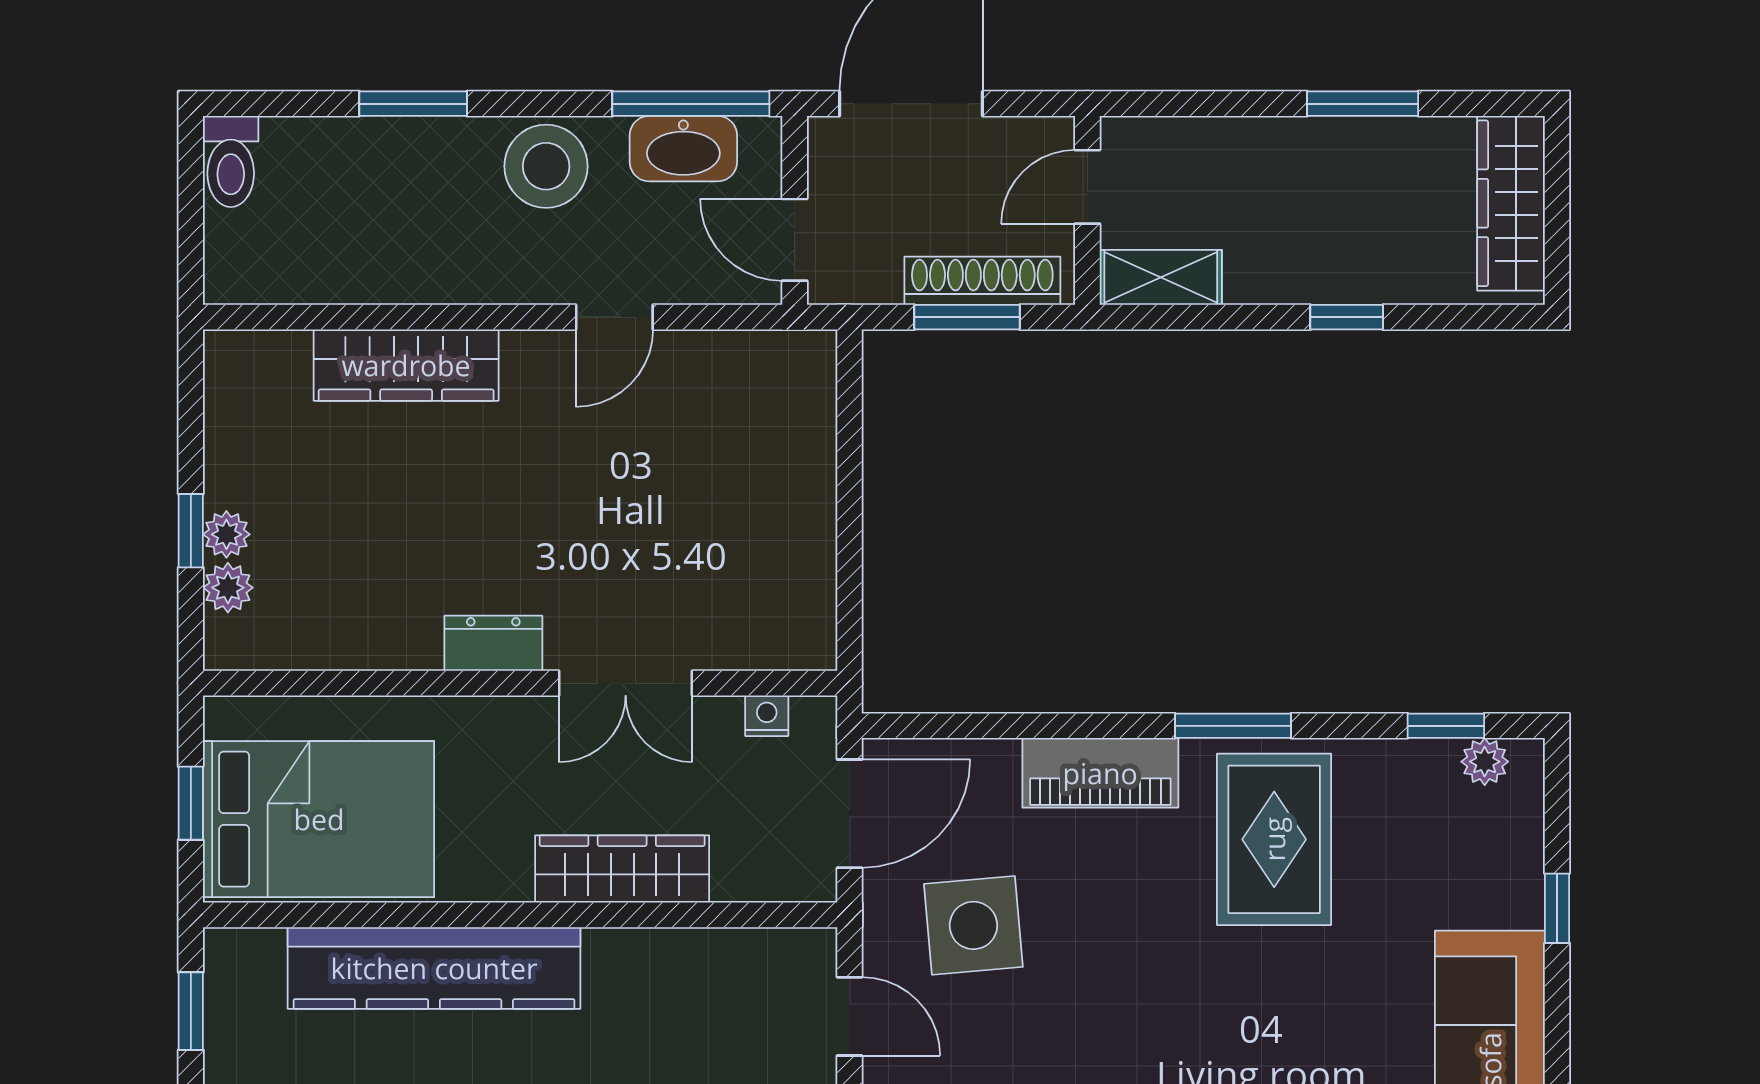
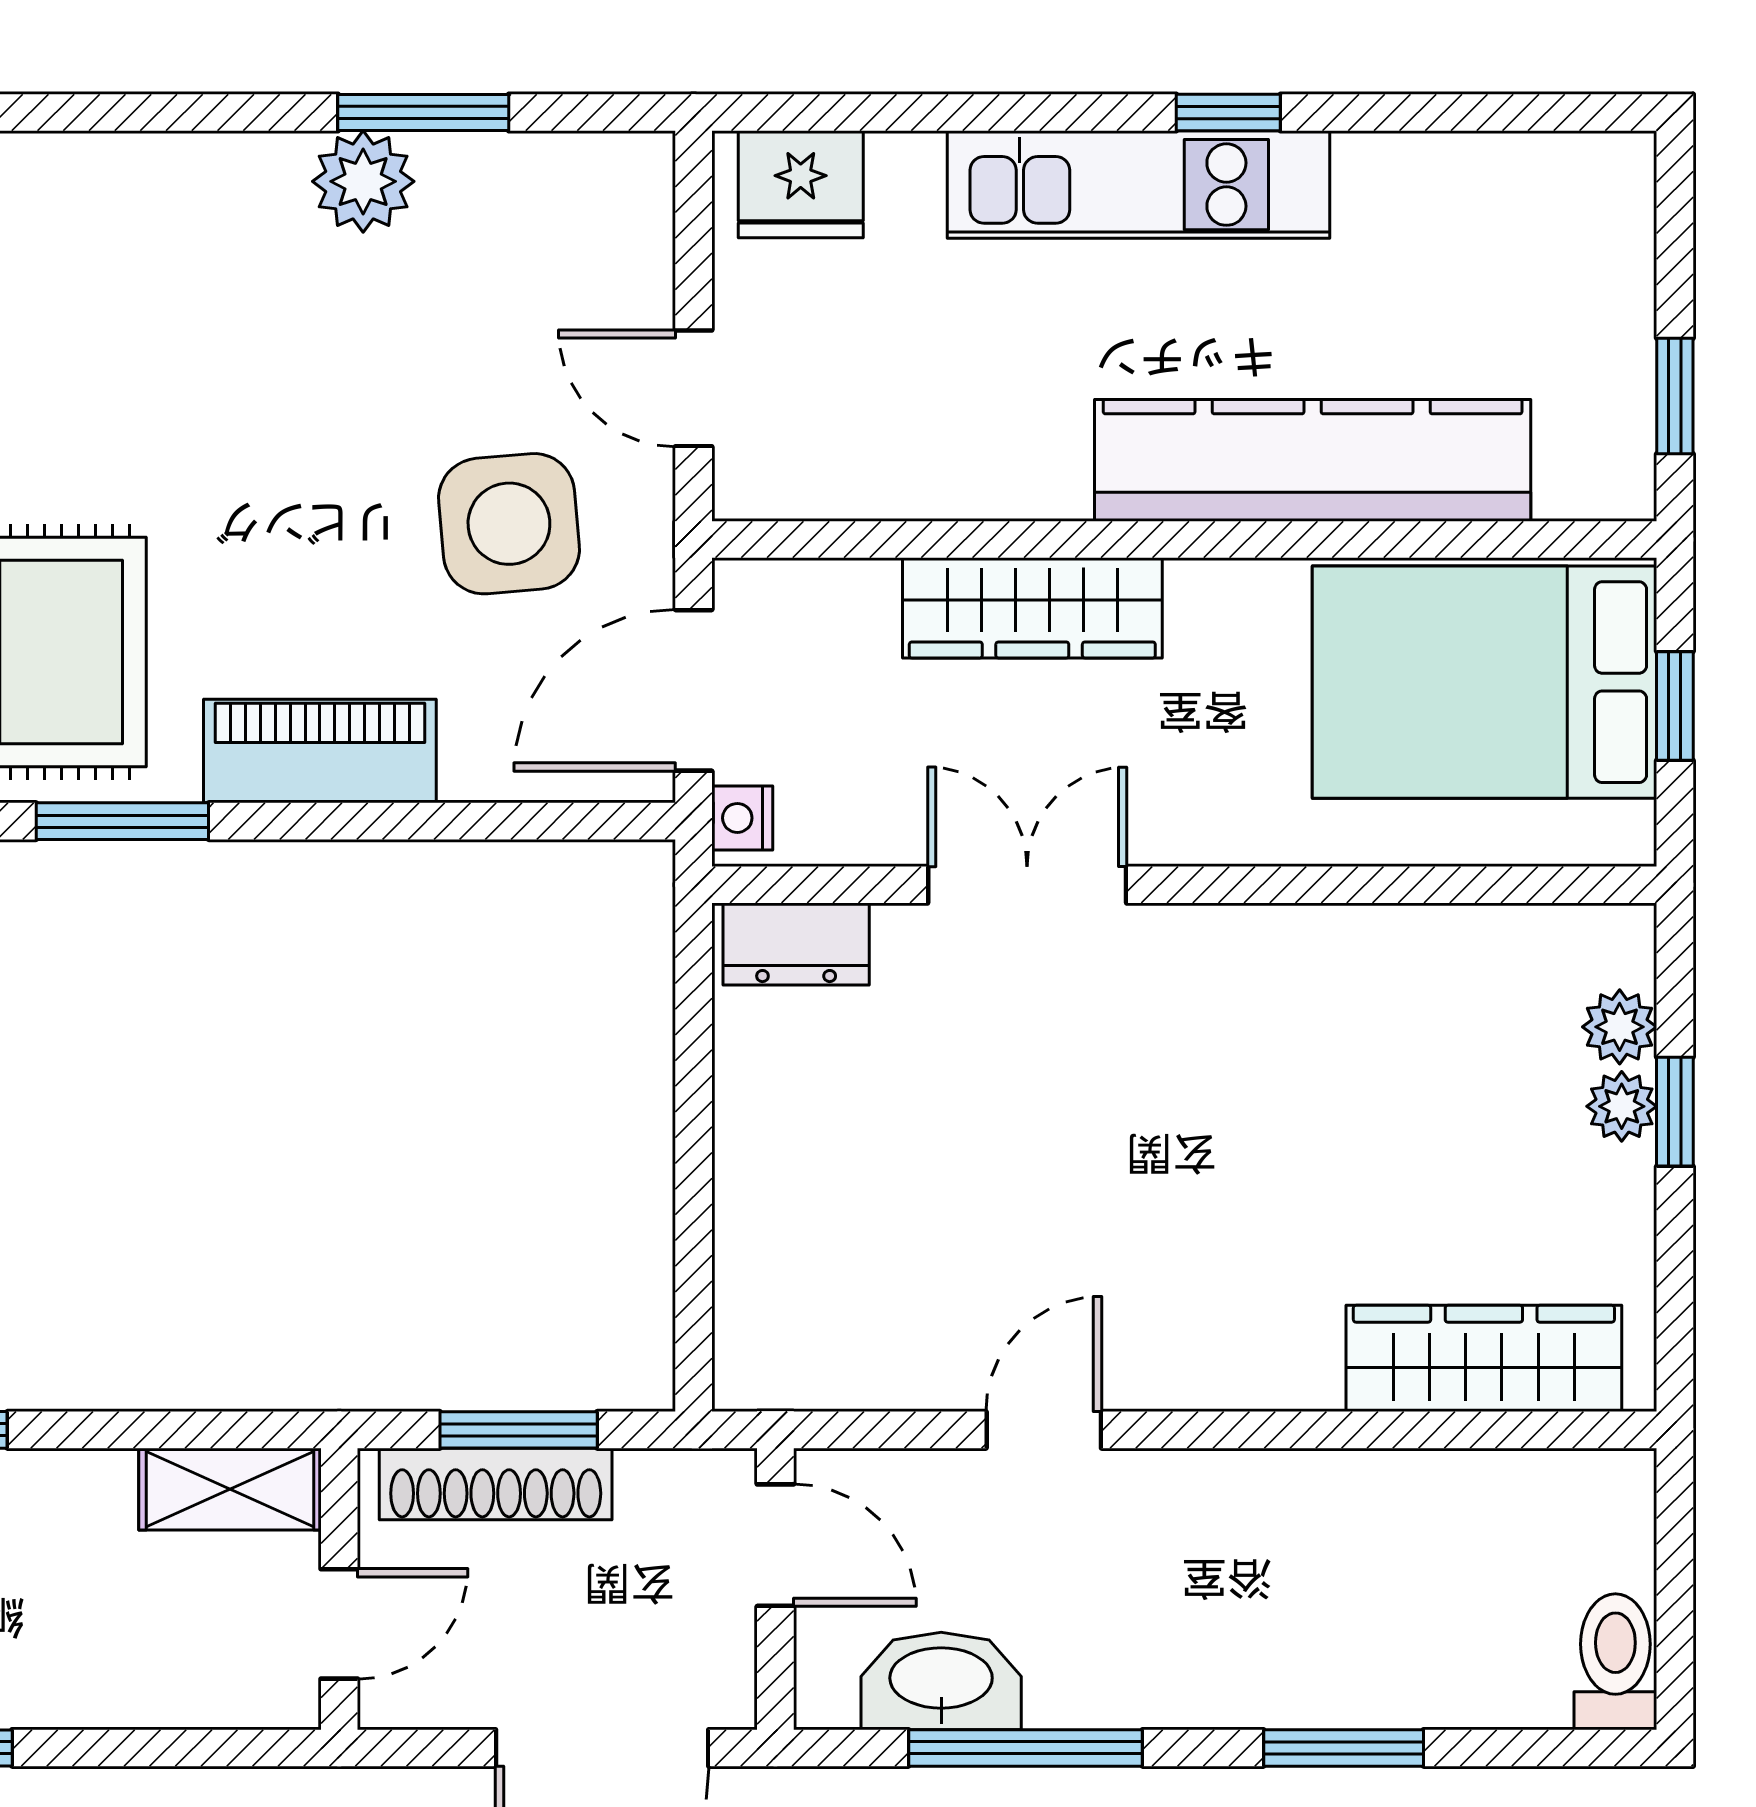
window: (691, 104) -> (1025, 1748), moved
stool: (546, 166) -> (1146, 1655), removed
wardrobe: (406, 365) -> (1484, 1358), moved
dresser: (493, 643) -> (796, 944), moved
nightstand: (767, 716) -> (742, 818), moved, turned 90

